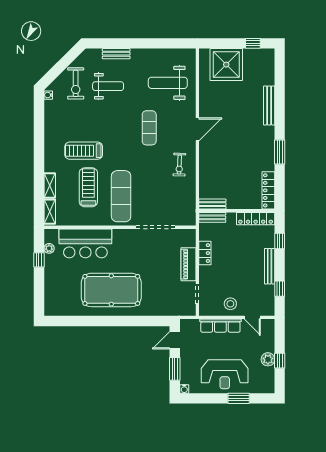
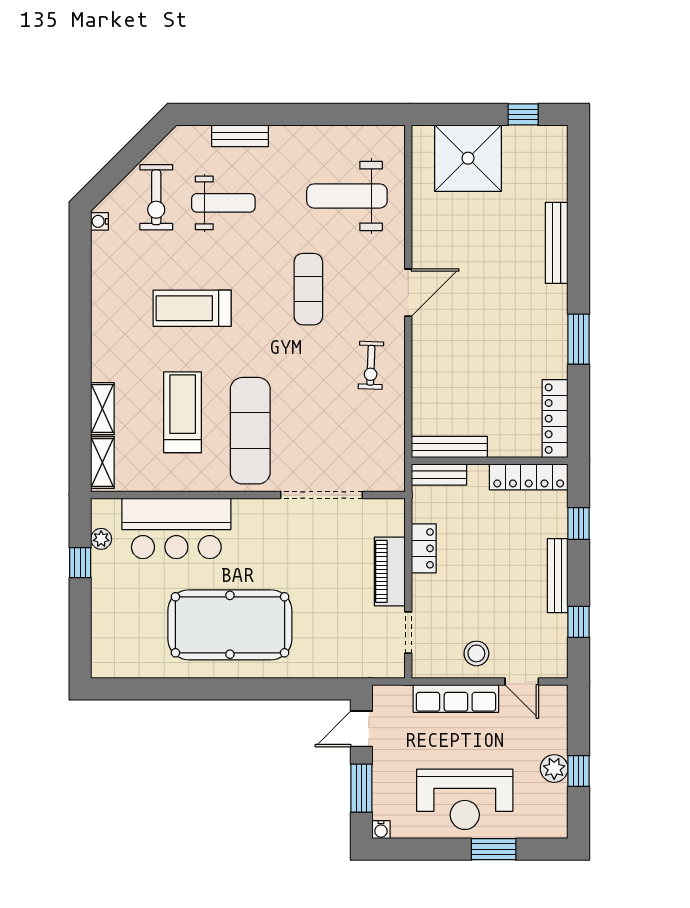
treadmill: (84, 151) -> (192, 308), moved
bench: (212, 204) -> (449, 447), width x1.36

